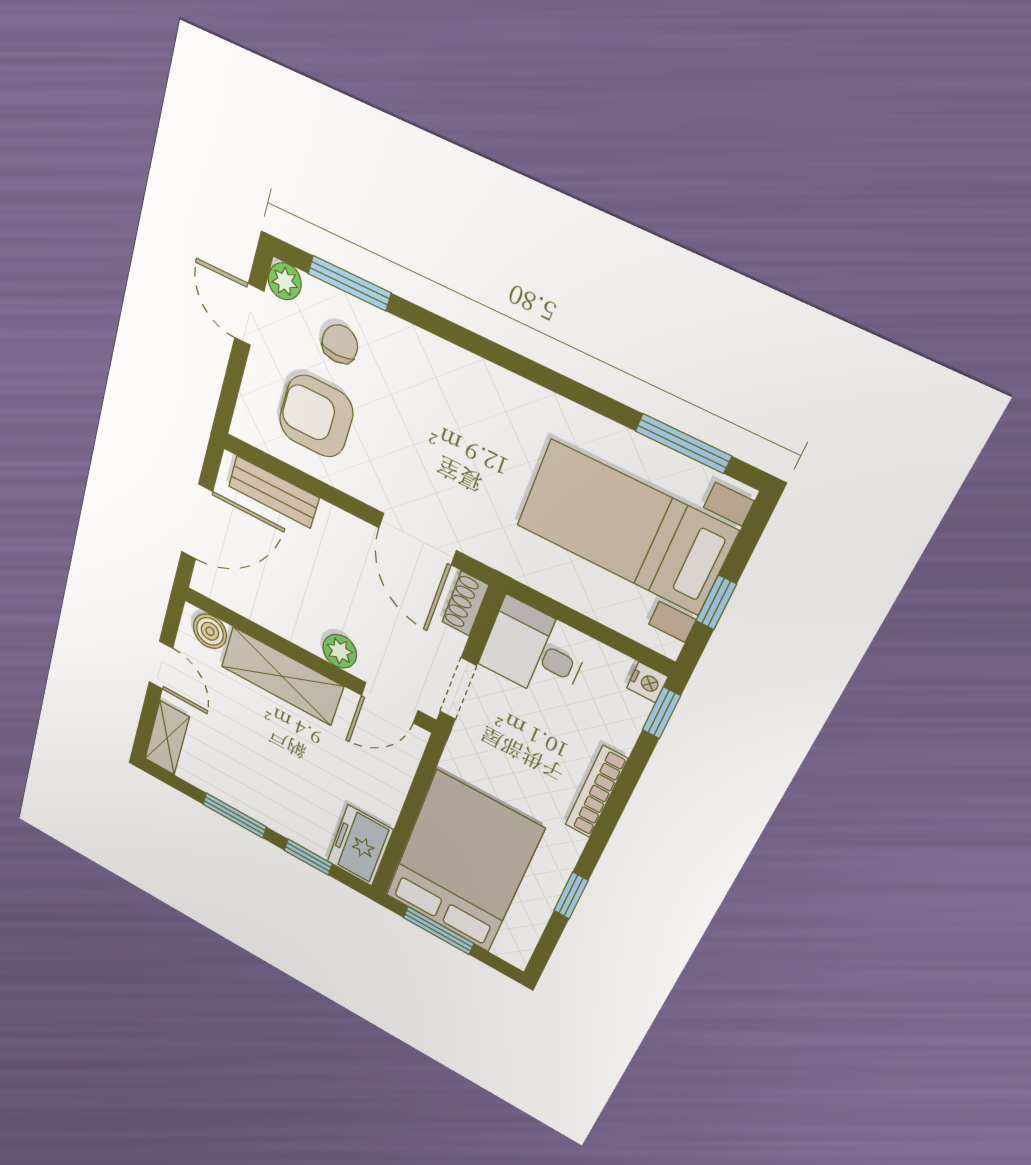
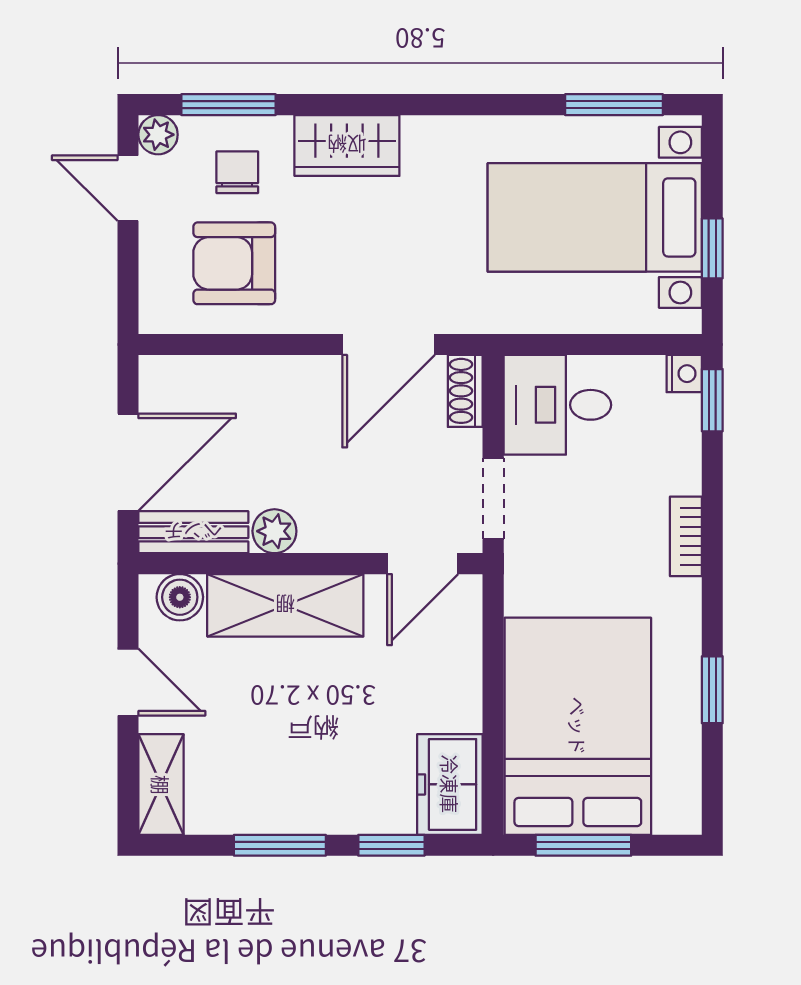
wardrobe: (437, 366) -> (347, 145), added
bench: (274, 492) -> (193, 532), moved
door: (417, 539) -> (389, 345), hinge flipped
plant: (340, 651) -> (274, 531), moved
bookcase: (596, 792) -> (686, 536), width x0.64

